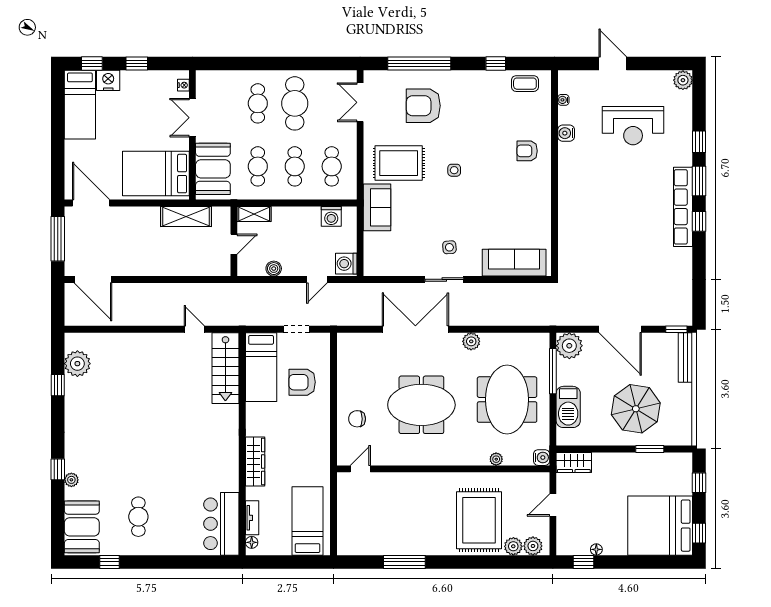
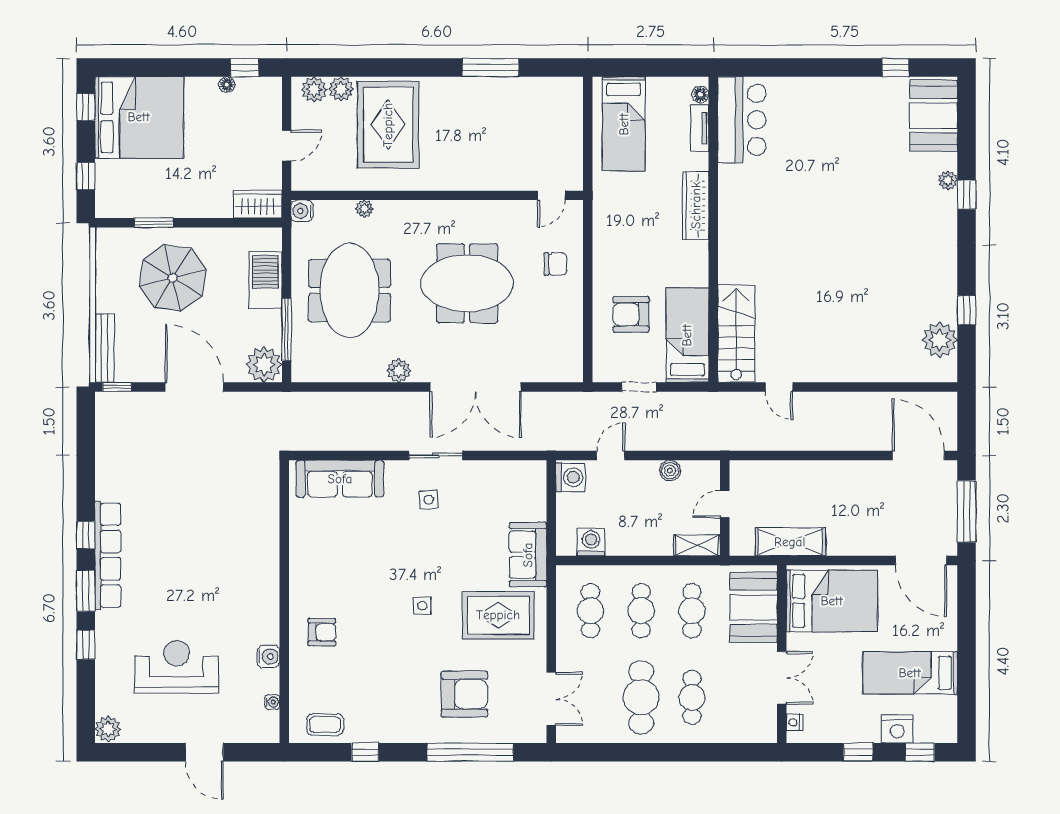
bed: (80, 105) -> (910, 673), moved, turned -90
armchair: (302, 382) -> (631, 314), turned 180
cafe table: (138, 517) -> (856, 130), removed

